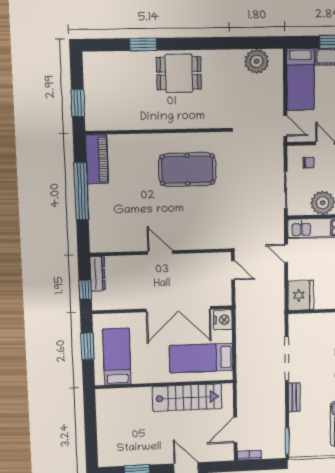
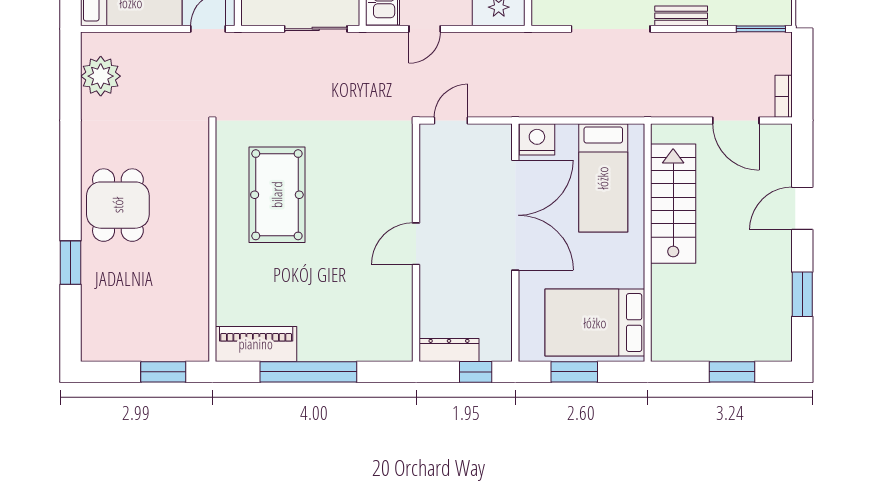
bed: (117, 357) -> (595, 323), width x1.50
window: (91, 435) -> (732, 372), added

